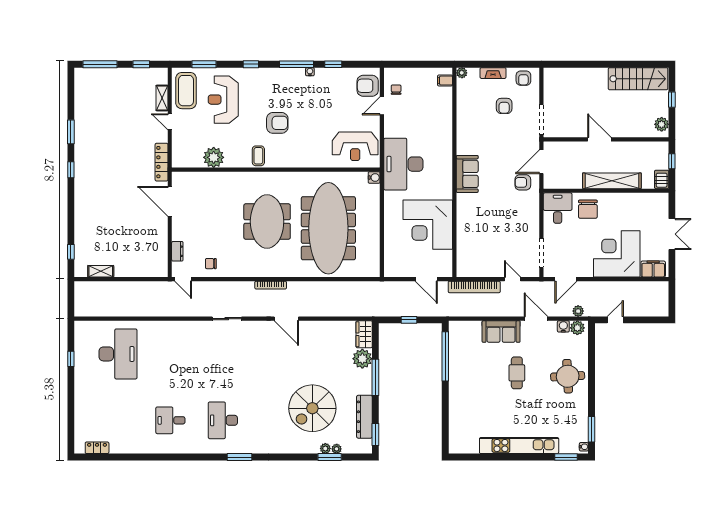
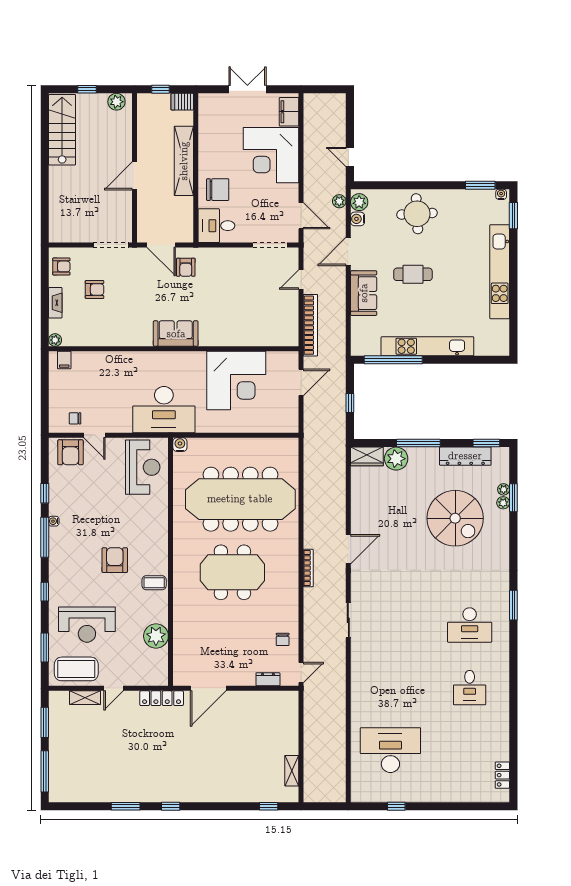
window: (141, 64) -> (45, 722), width x1.50
kitchen unit: (457, 385) -> (427, 346), added

